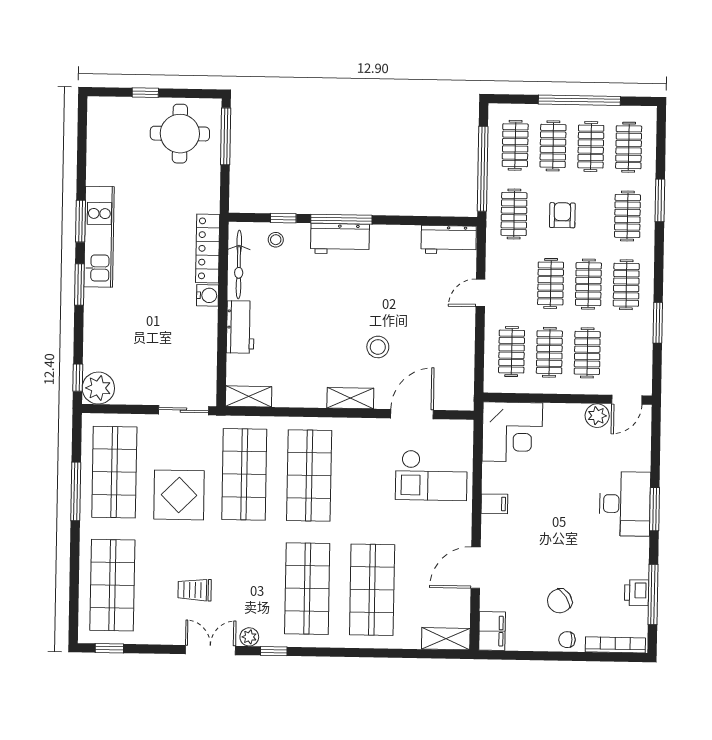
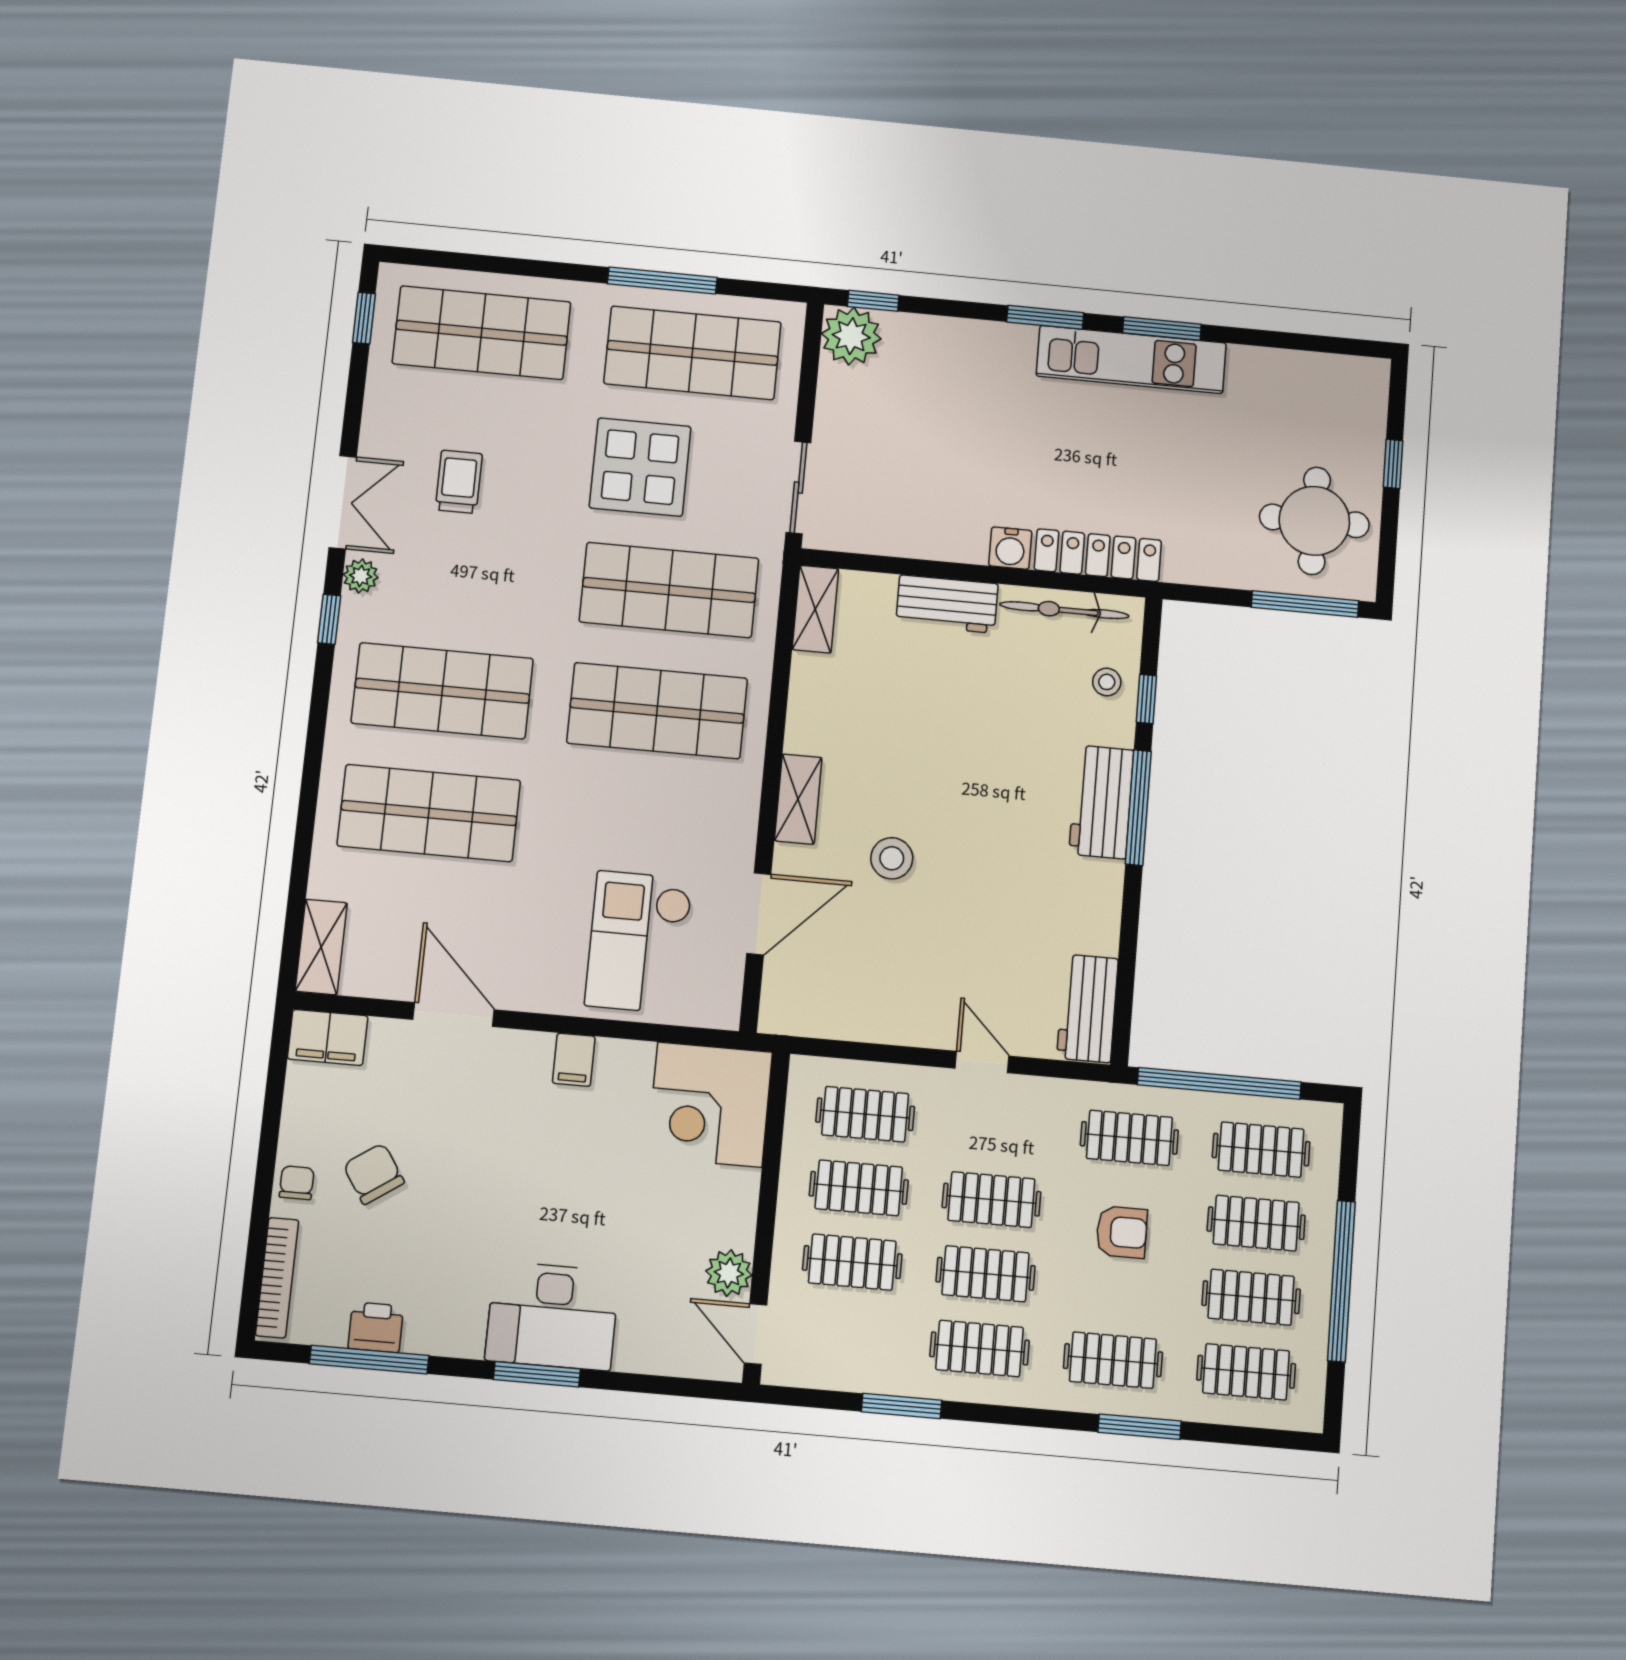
door: (412, 414) -> (759, 914), hinge flipped

